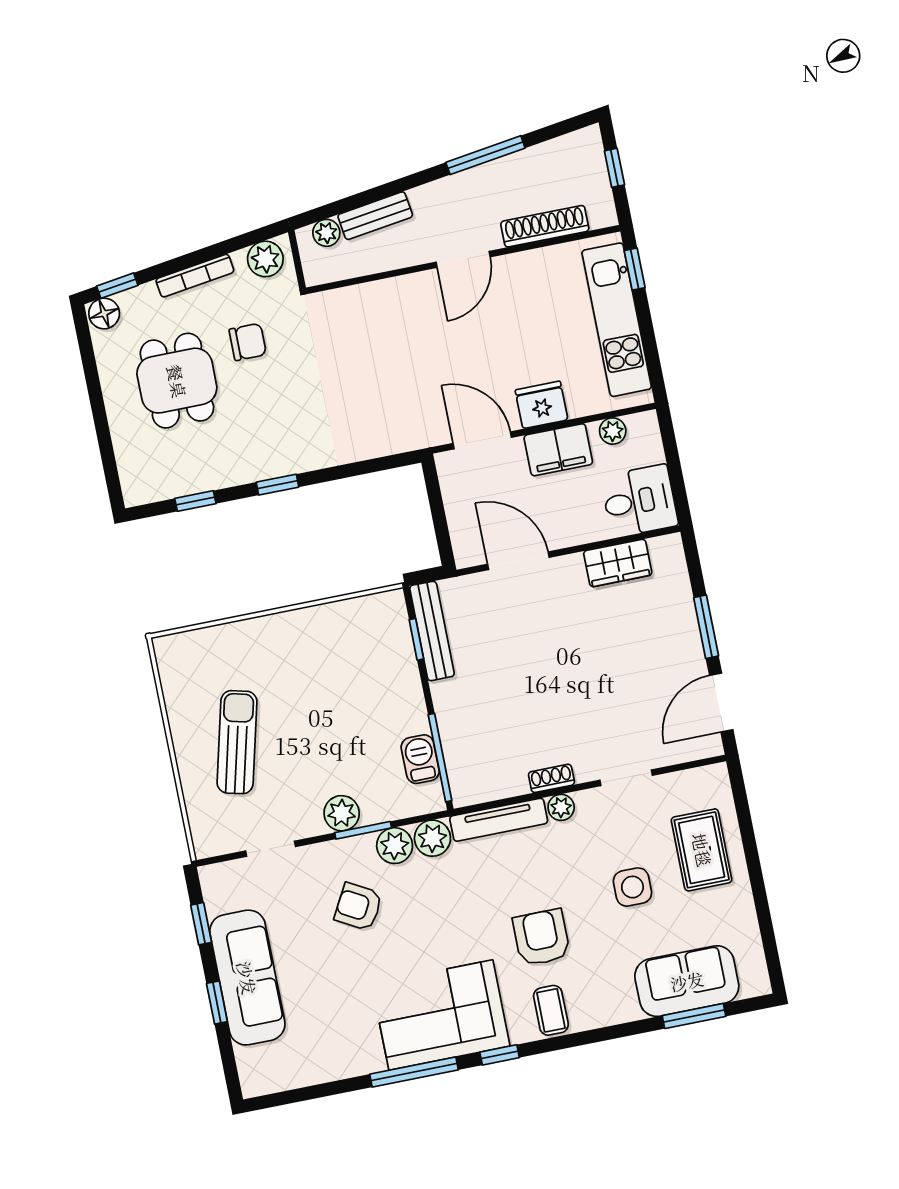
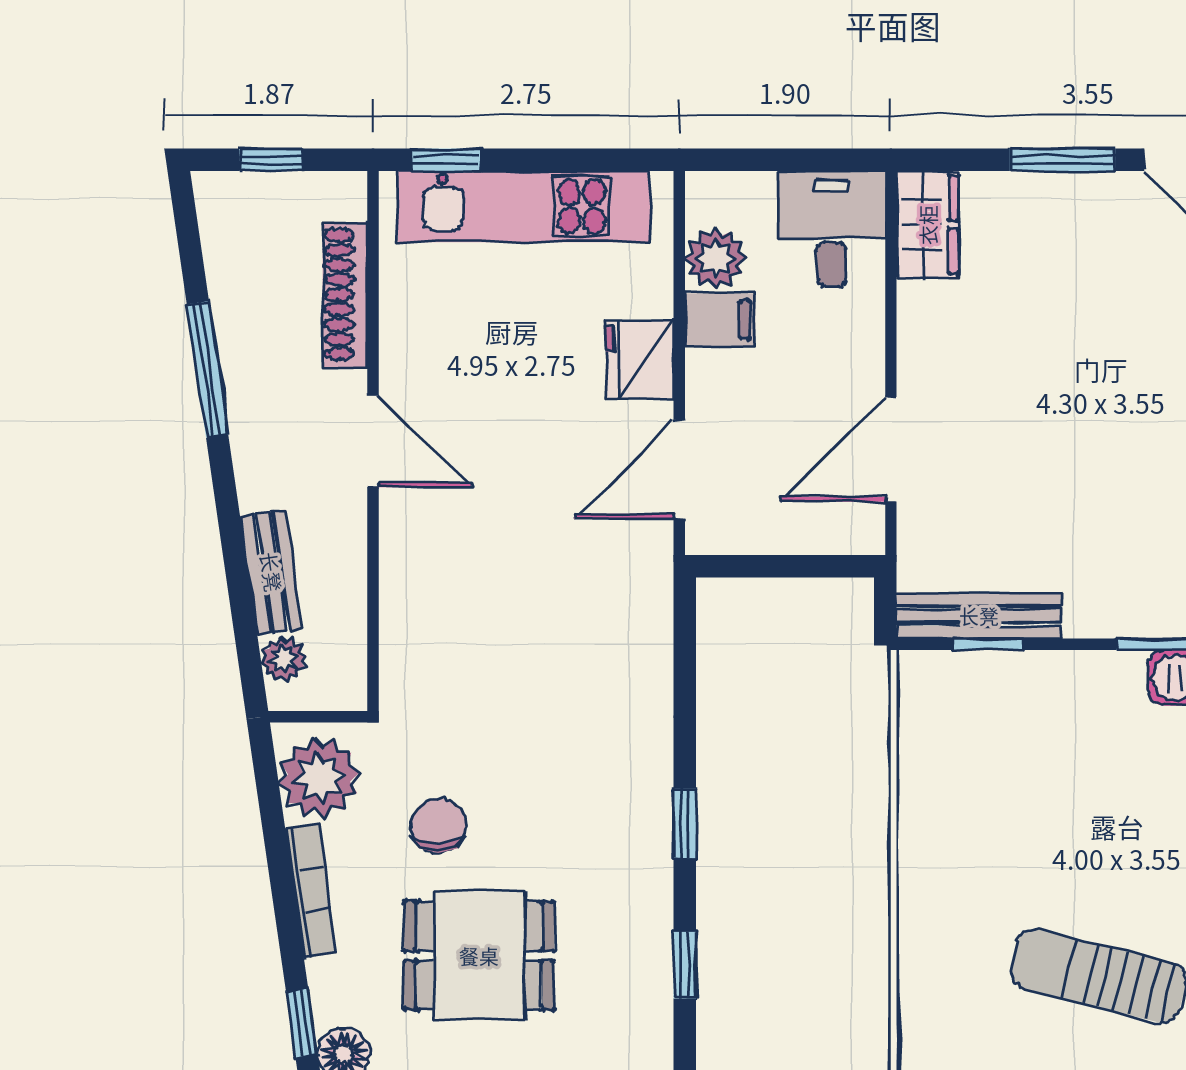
plant: (265, 259) -> (319, 778), width x1.36, depth x1.36
plant: (613, 431) -> (715, 258), width x1.38, depth x1.38
filing cabinet: (558, 450) -> (720, 320), width x0.50
wardrobe: (618, 563) -> (928, 225), moved

